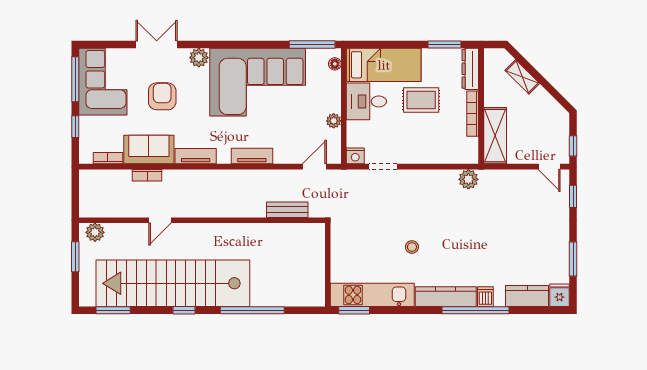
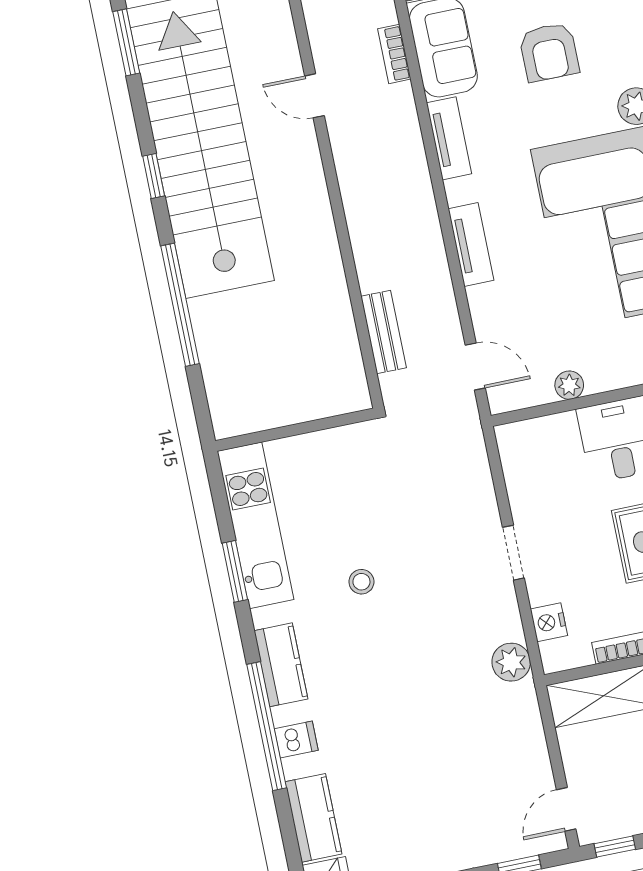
armchair: (162, 96) -> (549, 52), turned 90
nightstand: (355, 156) -> (549, 622), moved
doorway: (383, 167) -> (513, 553), moved
kitchen counter: (446, 297) -> (281, 665), width x0.67
window: (354, 310) -> (235, 571), moved

